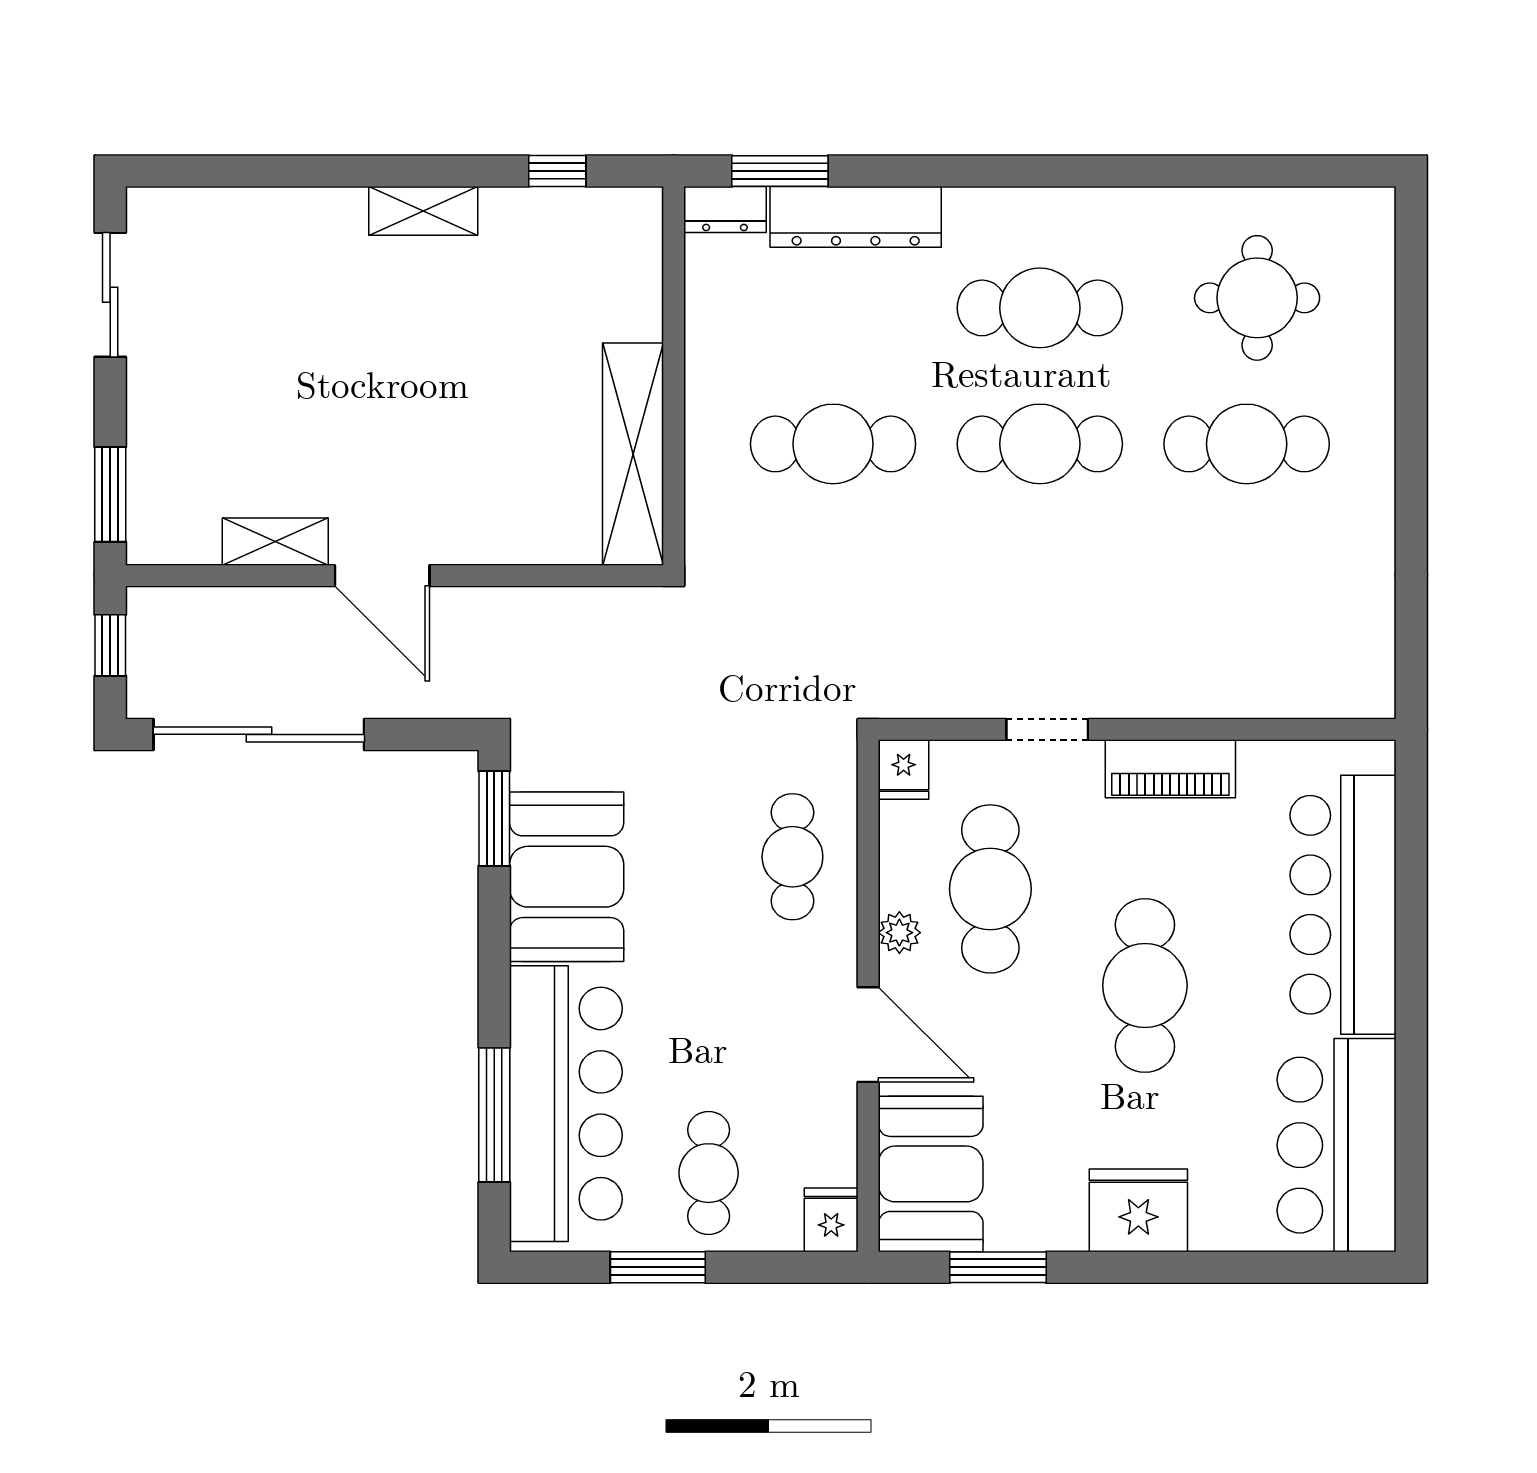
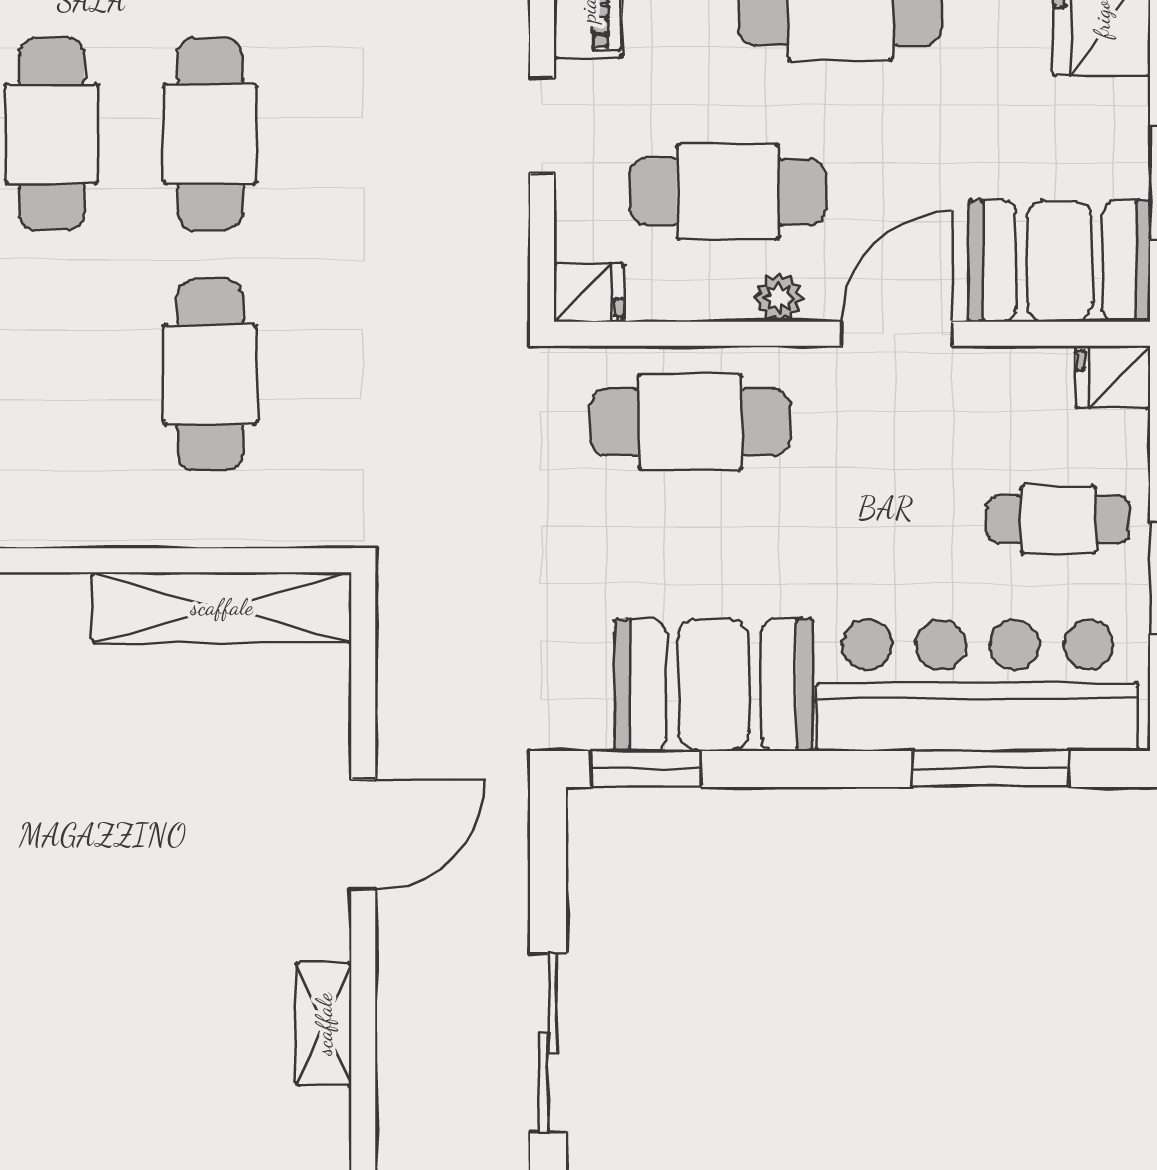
door: (382, 576) -> (363, 835), moved
sliding door: (259, 734) -> (548, 1043), width x0.73
cafe table: (792, 857) -> (690, 422), width x1.37, depth x1.35

